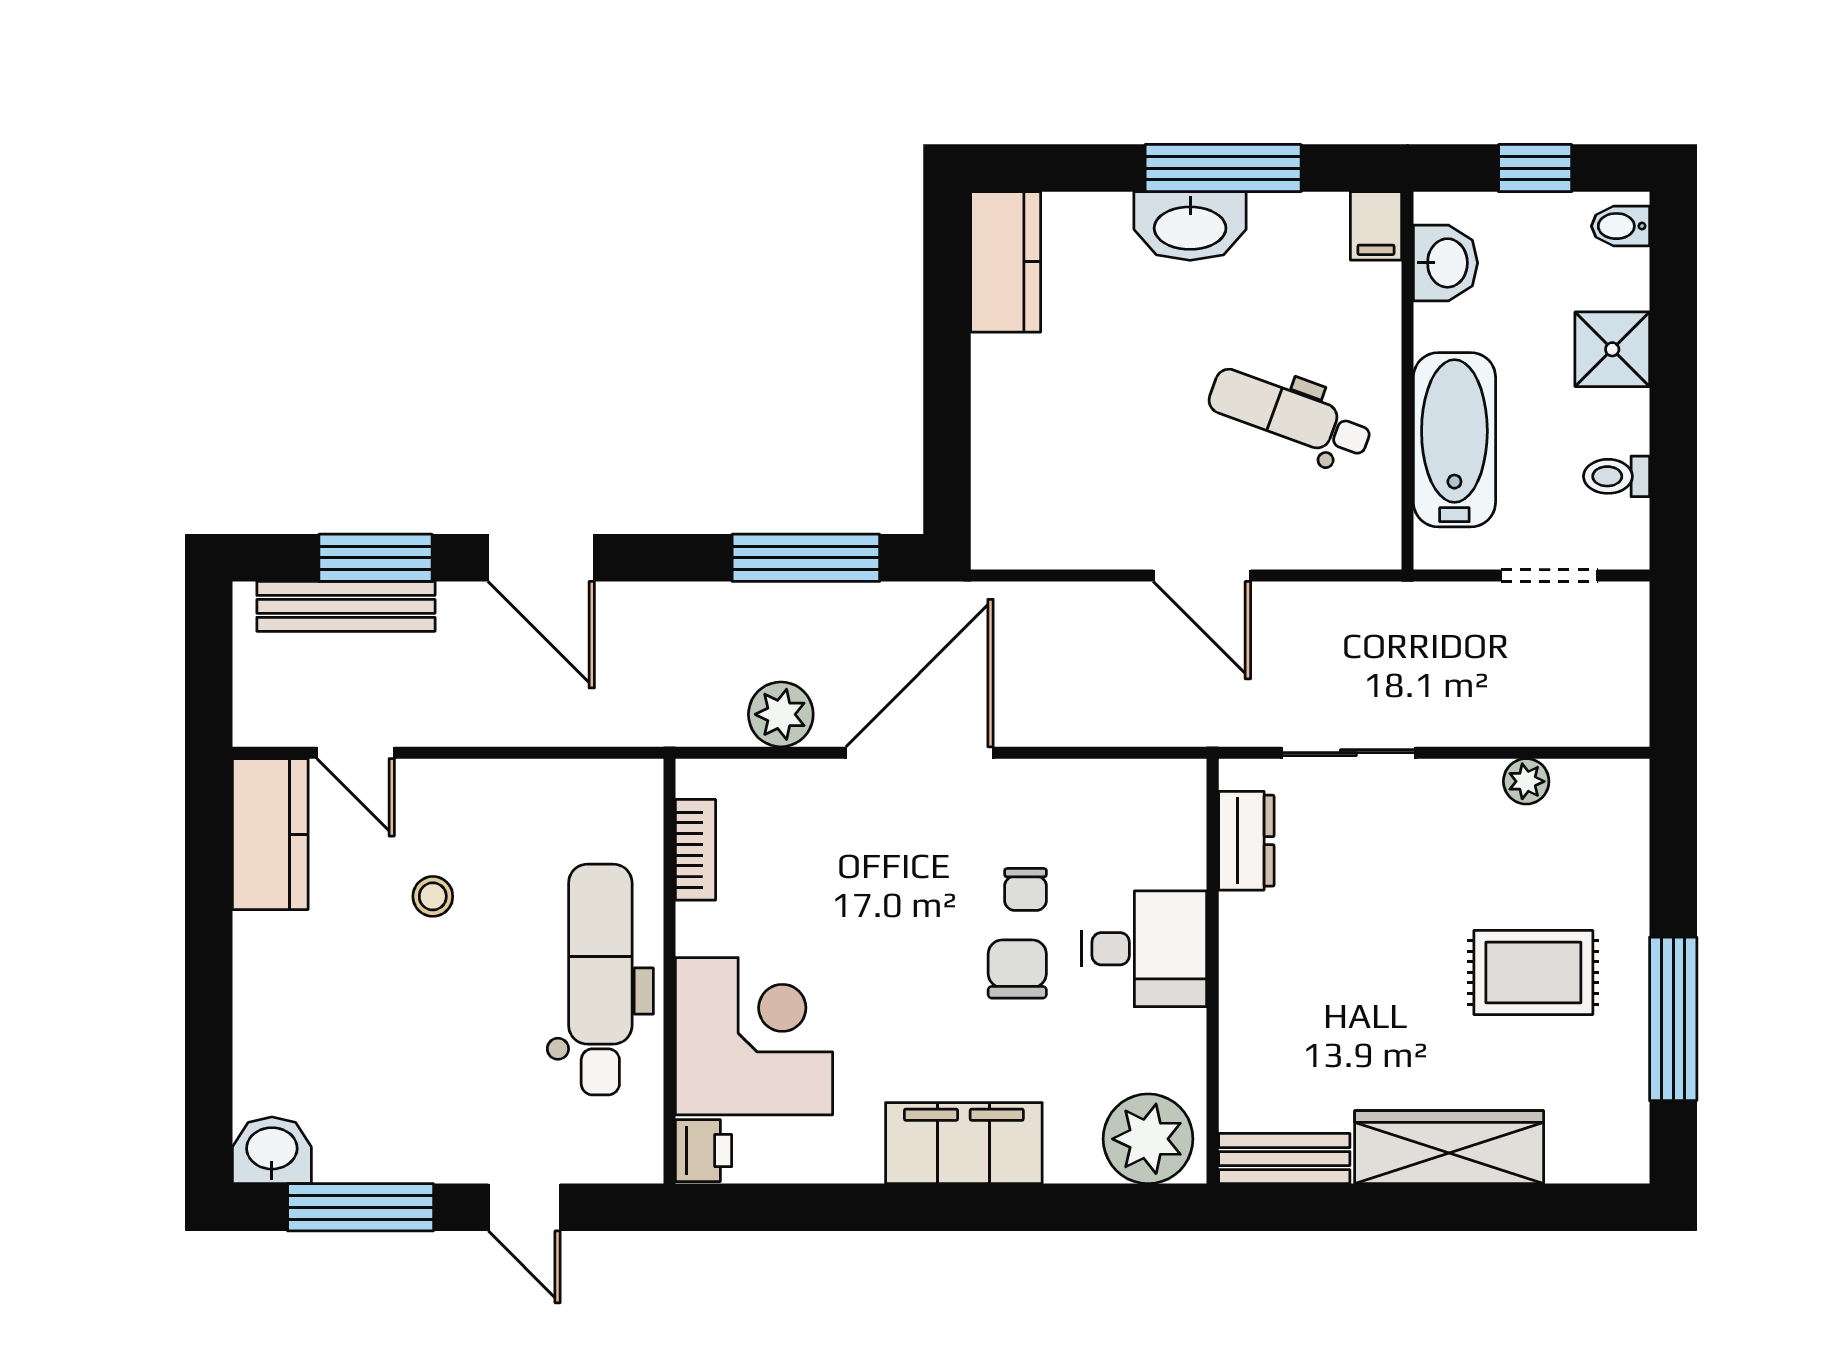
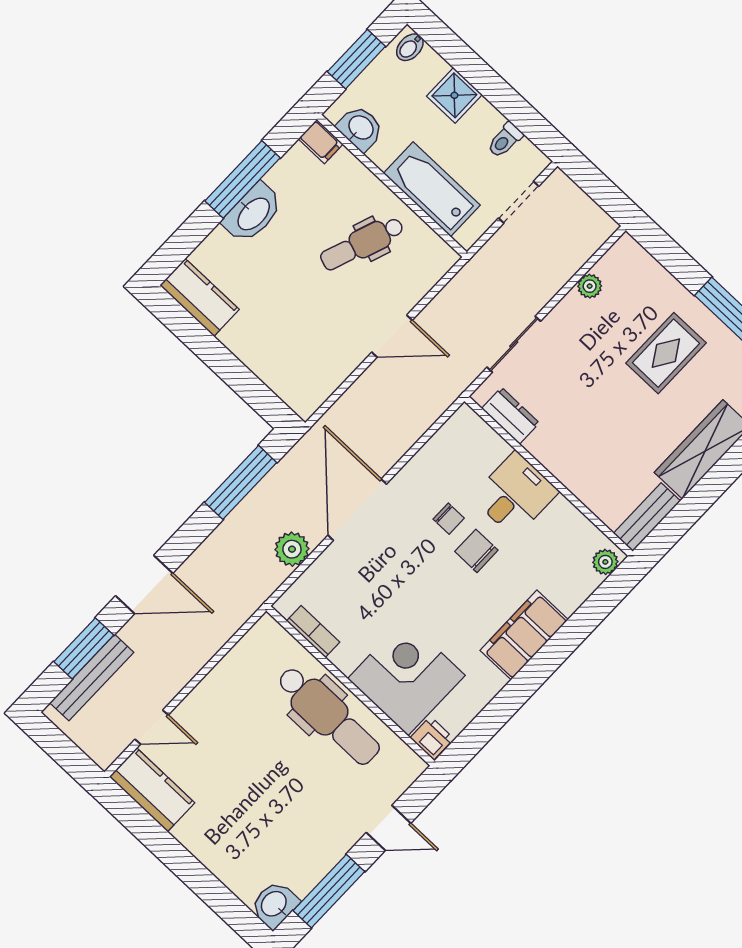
window: (1535, 168) -> (356, 59), width x1.50
stool: (433, 896) -> (235, 750), removed
dental chair: (600, 980) -> (328, 716), turned 180
plant: (1148, 1139) -> (605, 562), width x0.53, depth x0.53

